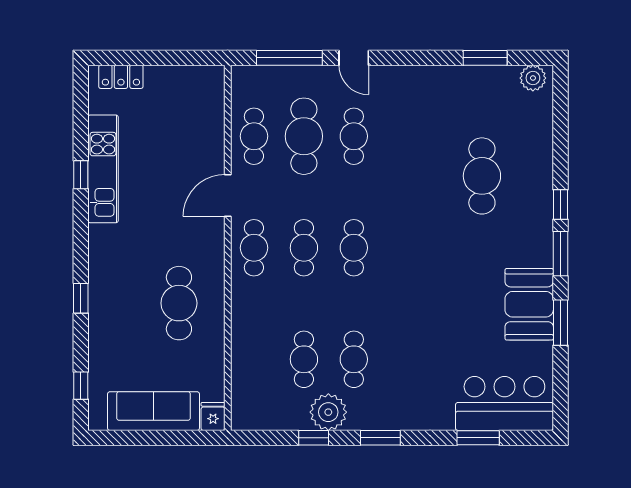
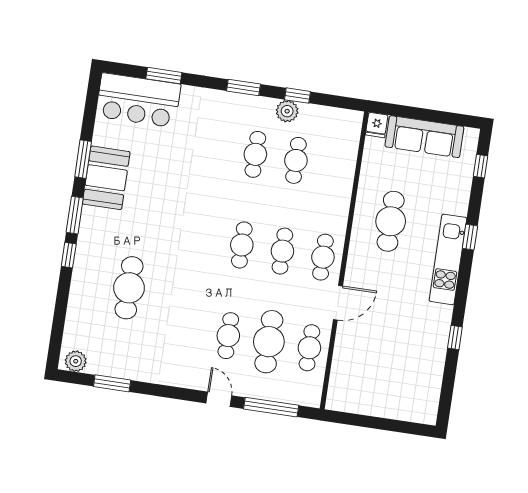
locker: (121, 77) -> (410, 412), removed
kitchen unit: (103, 169) -> (448, 259), moved
plant: (328, 412) -> (287, 111), width x0.73, depth x0.73

